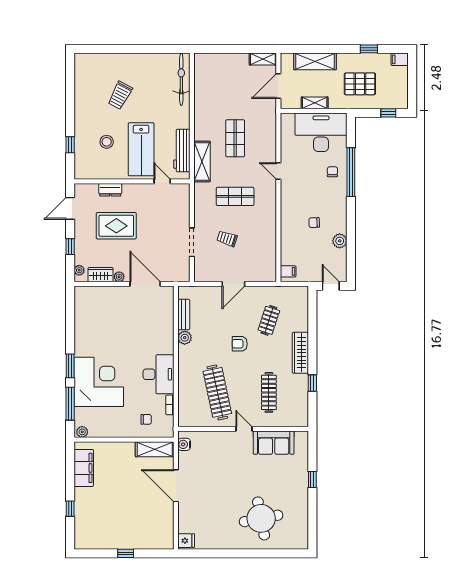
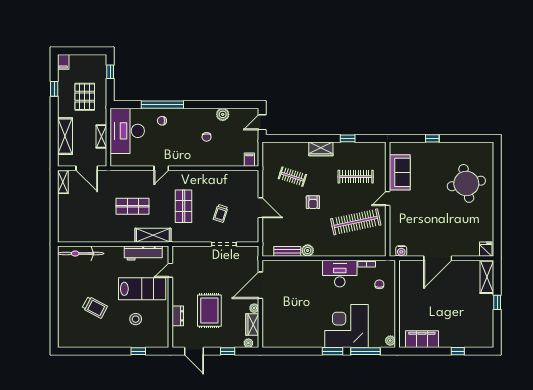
wardrobe: (300, 353) -> (321, 149), width x0.67
shelving: (155, 449) -> (487, 277), moved

